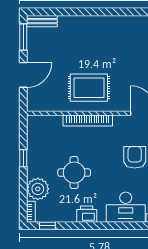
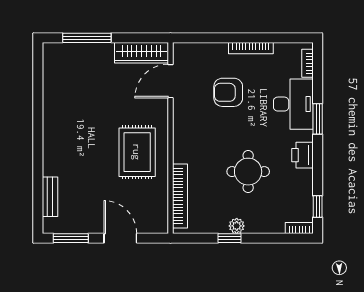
bench: (42, 21) -> (50, 197), moved
bookcase: (88, 121) -> (180, 196), moved
plant: (38, 189) -> (237, 226), moved, width x0.53, depth x0.53
window: (114, 226) -> (318, 119), added

